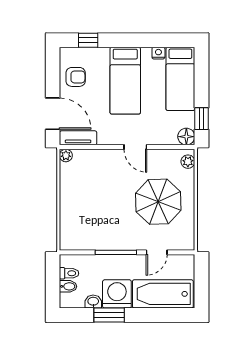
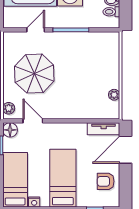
door: (53, 114) -> (126, 150), hinge flipped
door: (135, 147) -> (33, 121), moved
plant: (66, 155) -> (114, 95), moved

